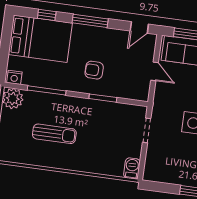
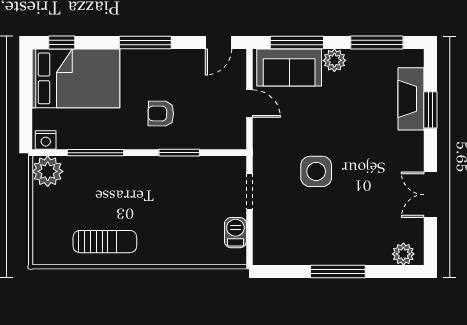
window: (47, 15) -> (62, 42), moved
sun lounger: (54, 134) -> (105, 242), moved
barbecue: (132, 168) -> (235, 233), moved

